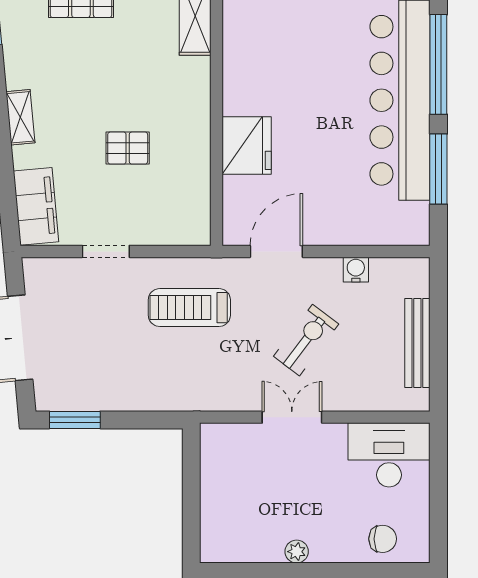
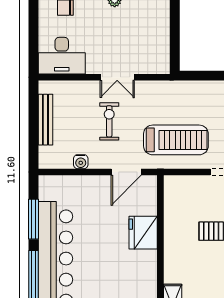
treadmill: (189, 308) -> (176, 140), width x1.37, depth x1.37
exercise bike: (306, 340) -> (109, 121), turned 143

